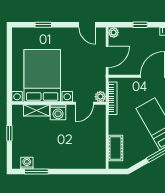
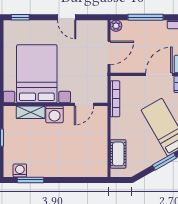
window: (43, 25) -> (20, 17), moved
door: (87, 25) -> (67, 17), moved
window: (140, 25) -> (146, 17), width x2.17
plant: (100, 97) -> (101, 97), removed

